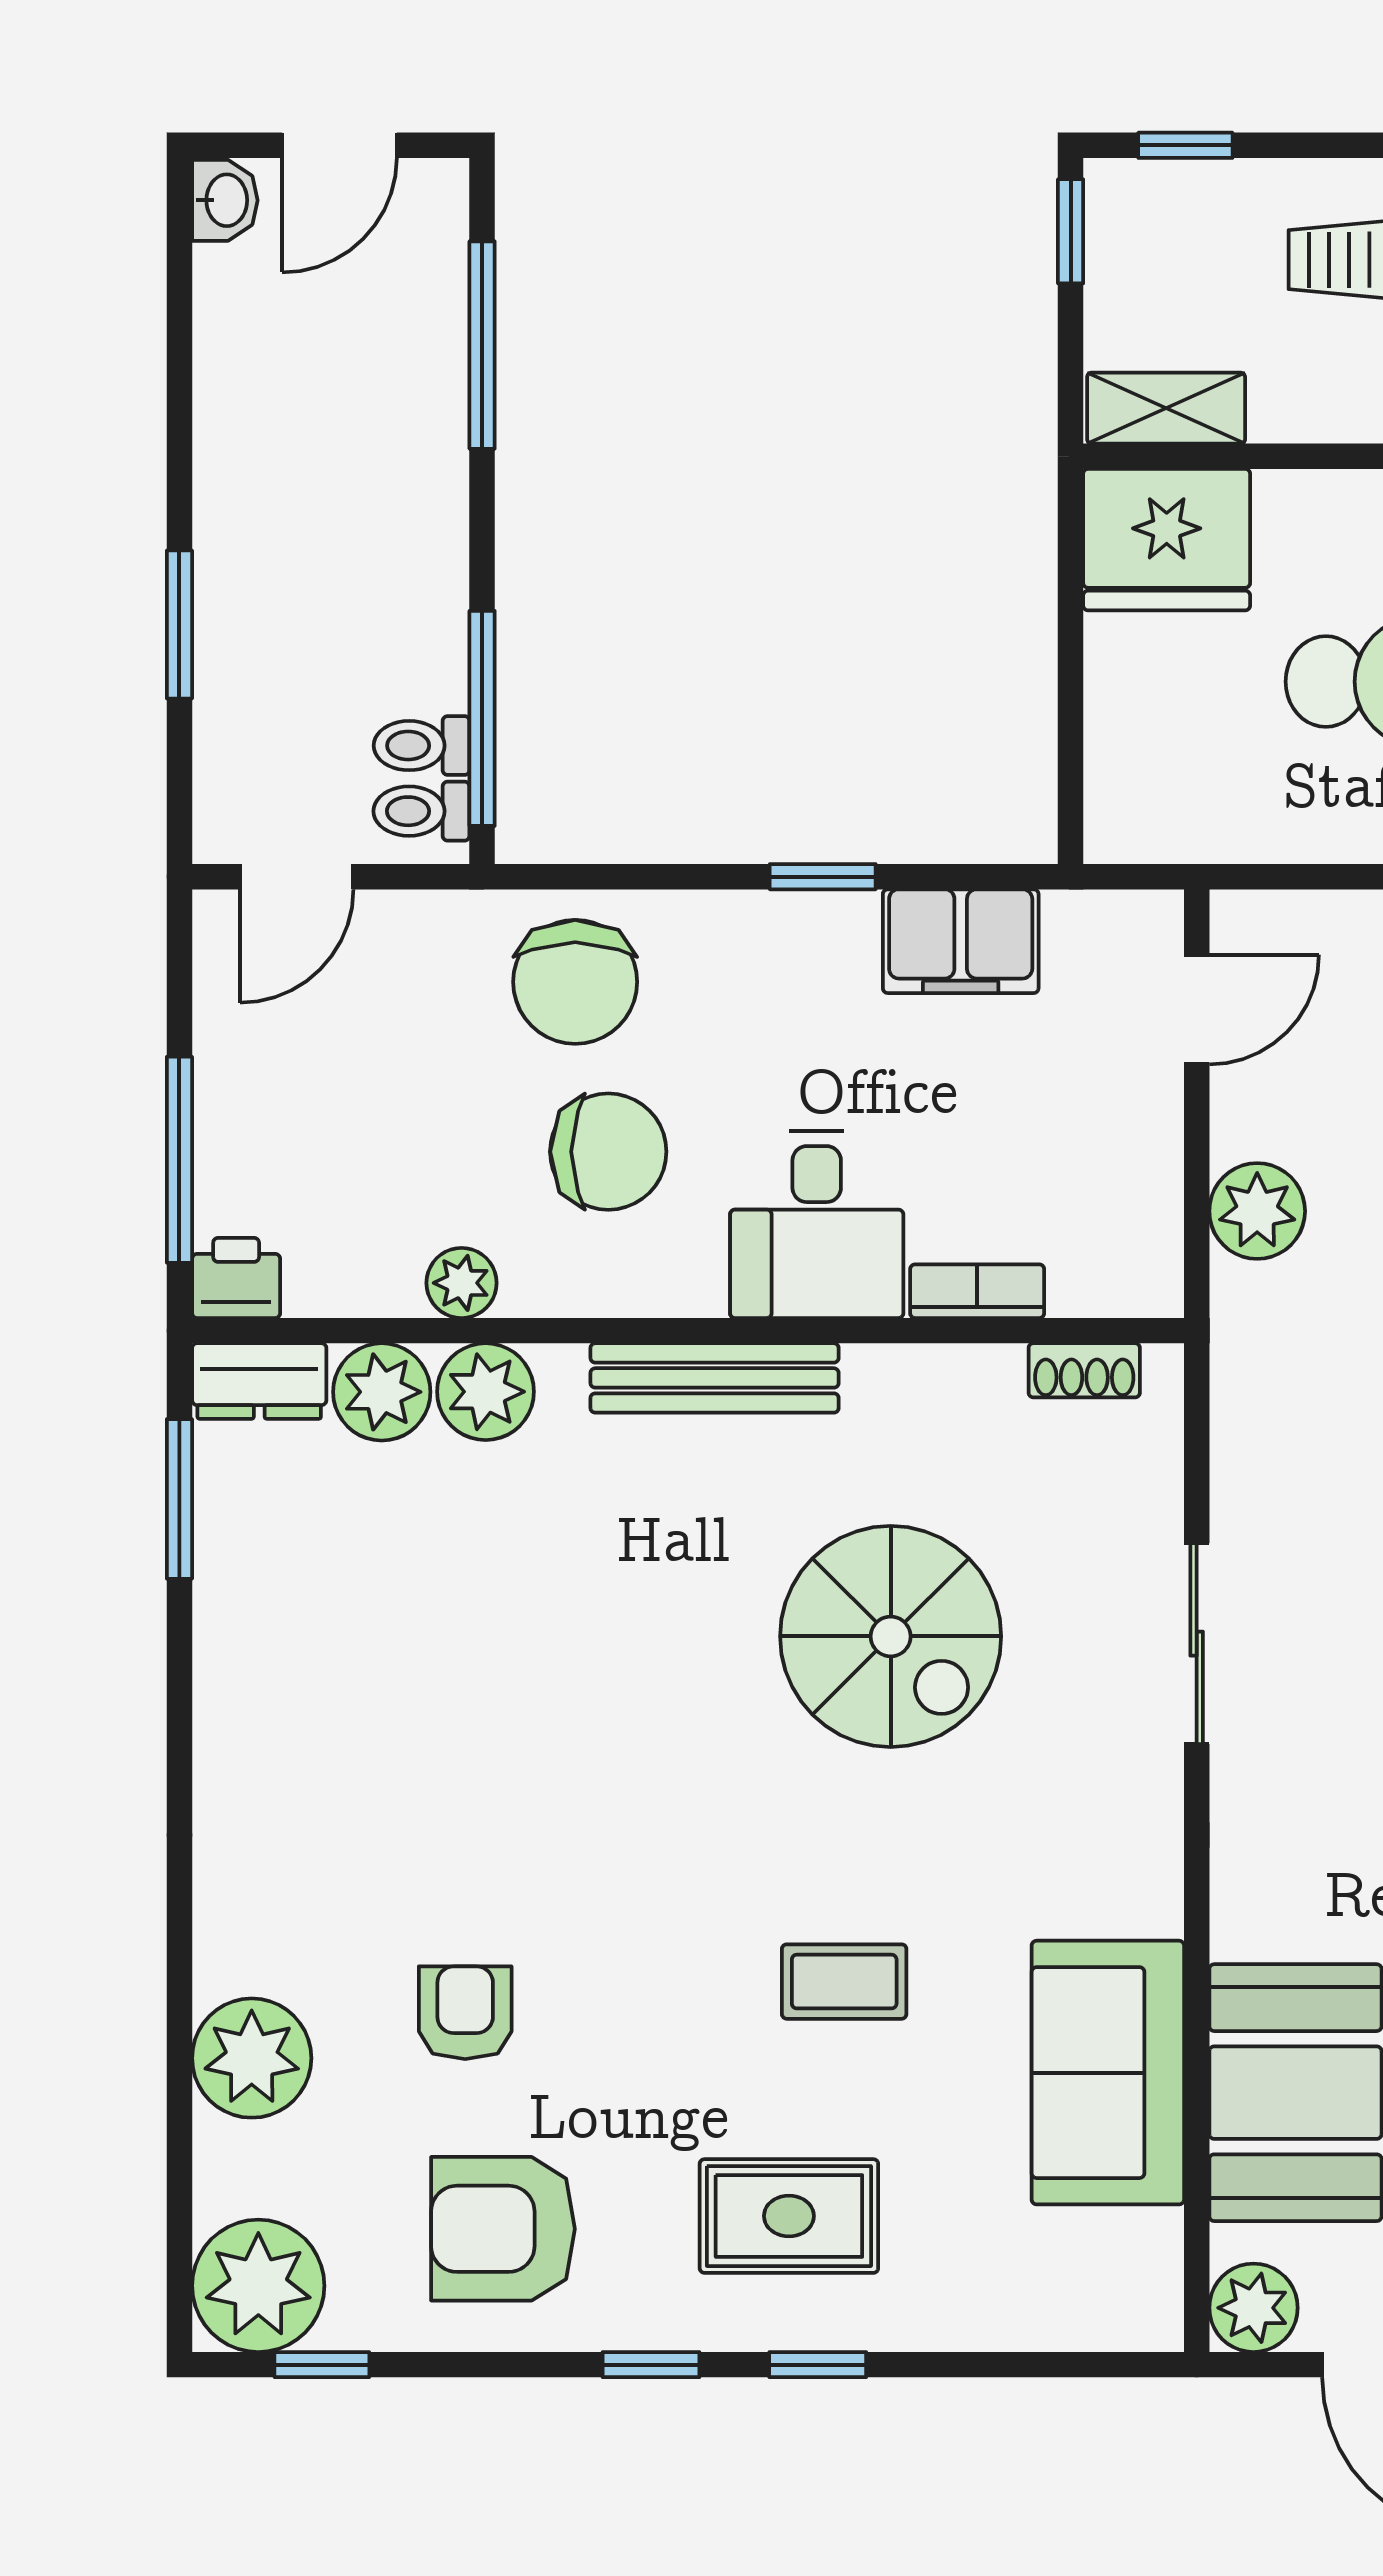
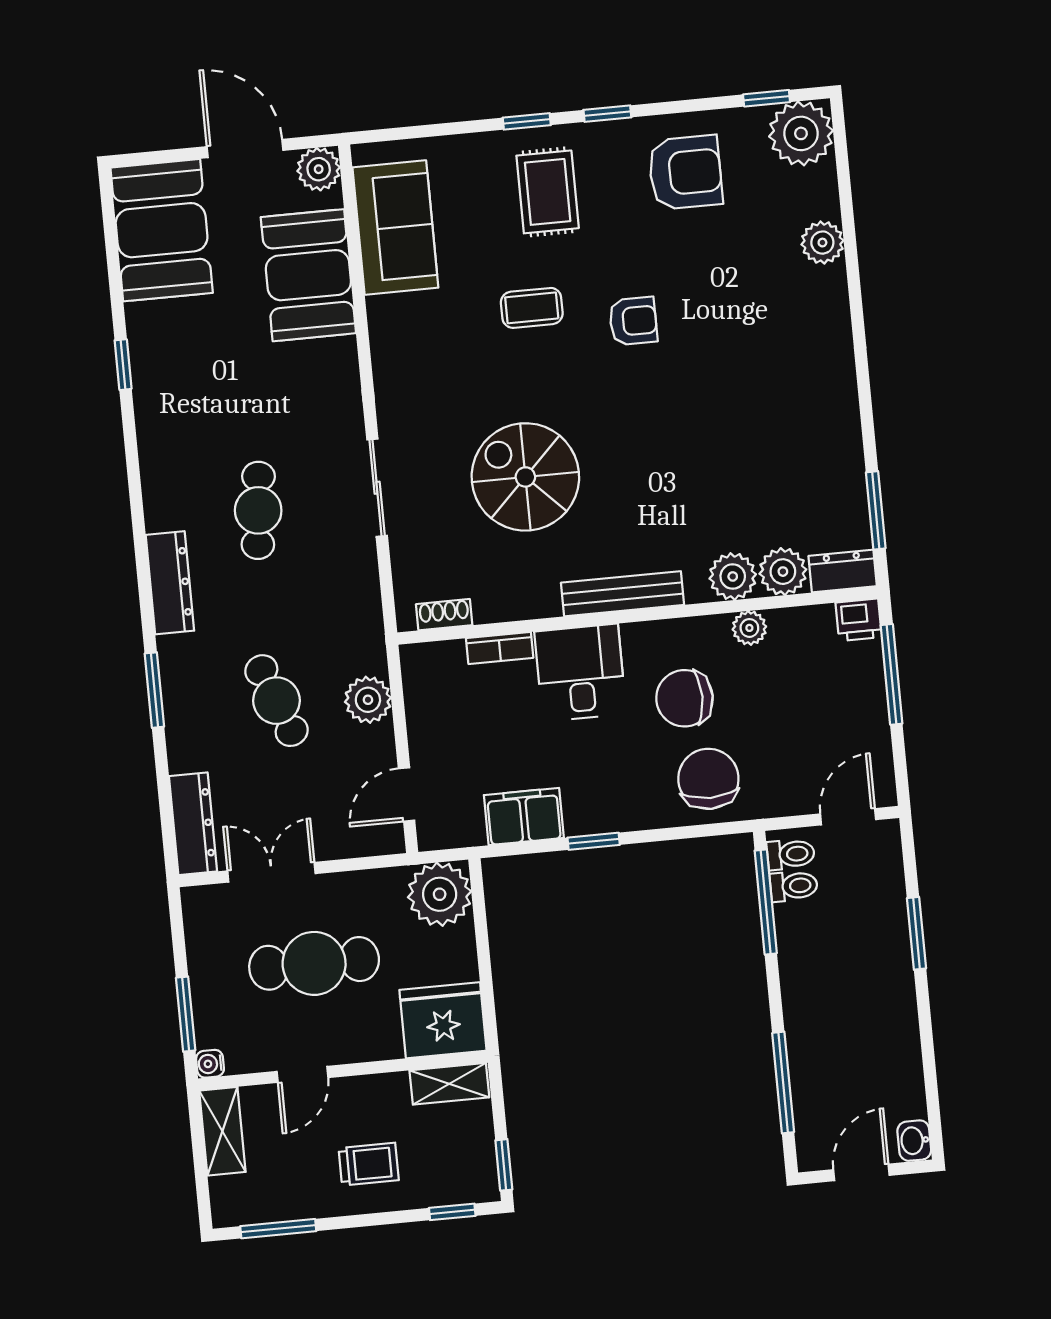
plant: (1149, 798) -> (440, 894), added
armchair: (465, 2013) -> (633, 321), moved, turned -90
plant: (252, 2058) -> (822, 243), width x0.73, depth x0.73
sofa: (1108, 2073) -> (395, 228), moved
rug: (789, 2216) -> (548, 192), turned 90

